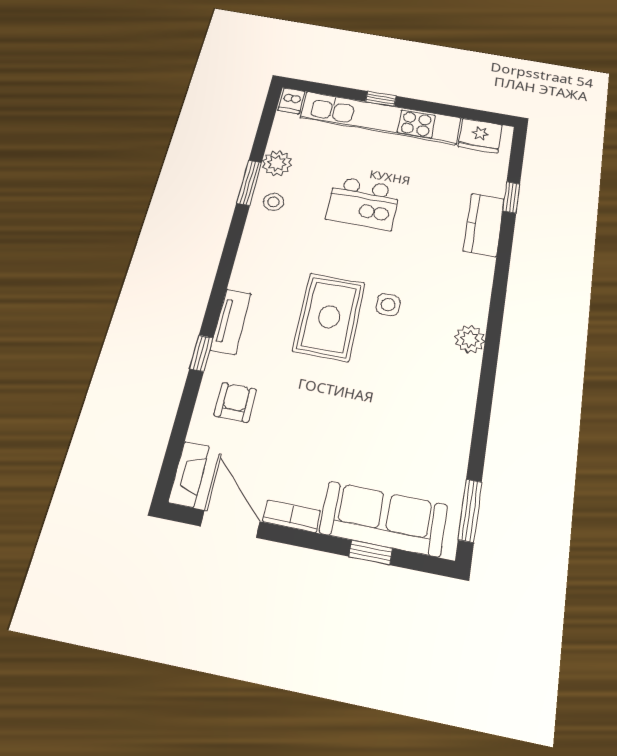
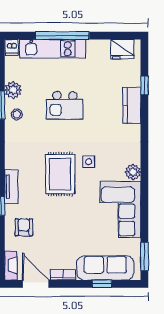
window: (381, 99) -> (62, 36), width x3.17
kitchen unit: (380, 118) -> (52, 49), width x0.73
corner sofa: (435, 405) -> (120, 209), added

